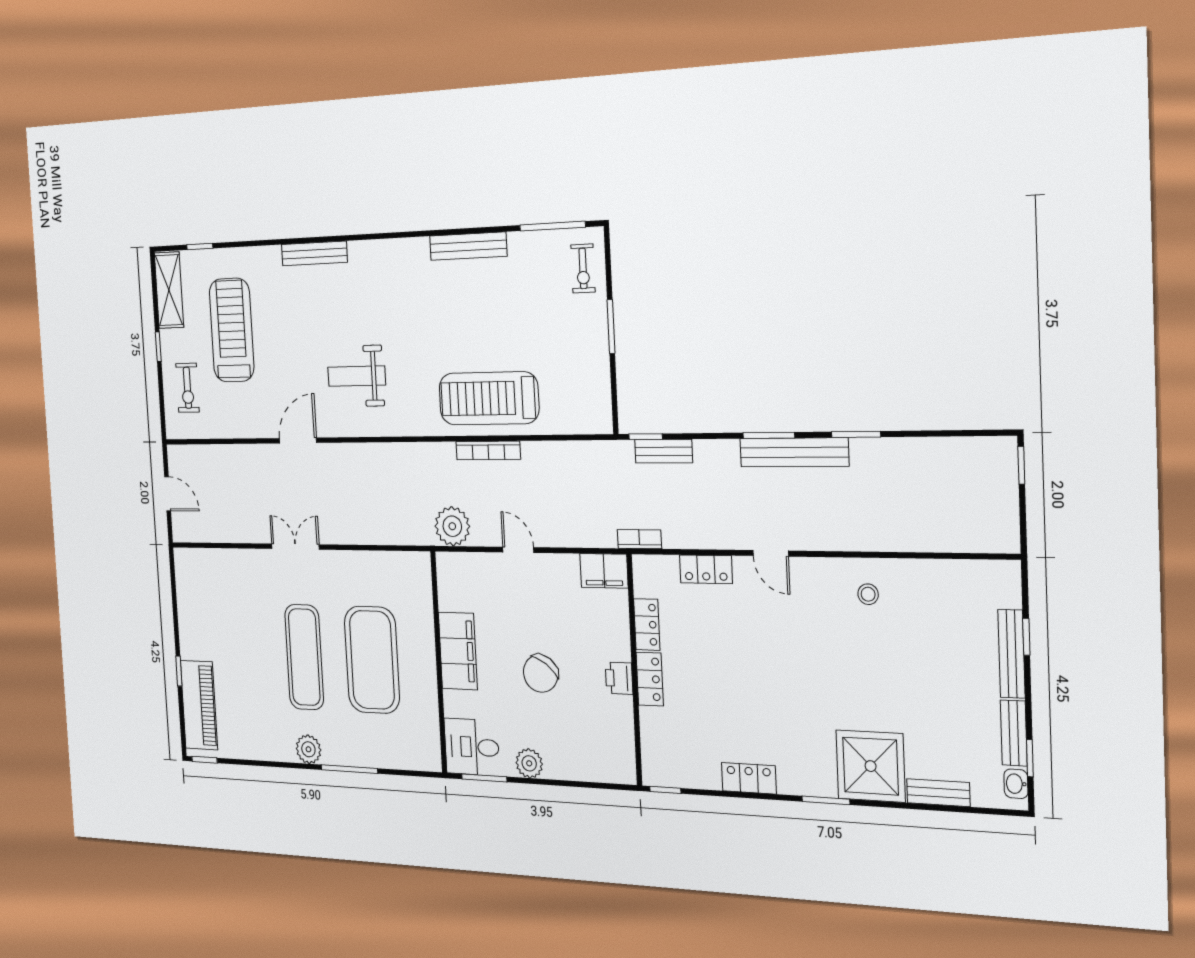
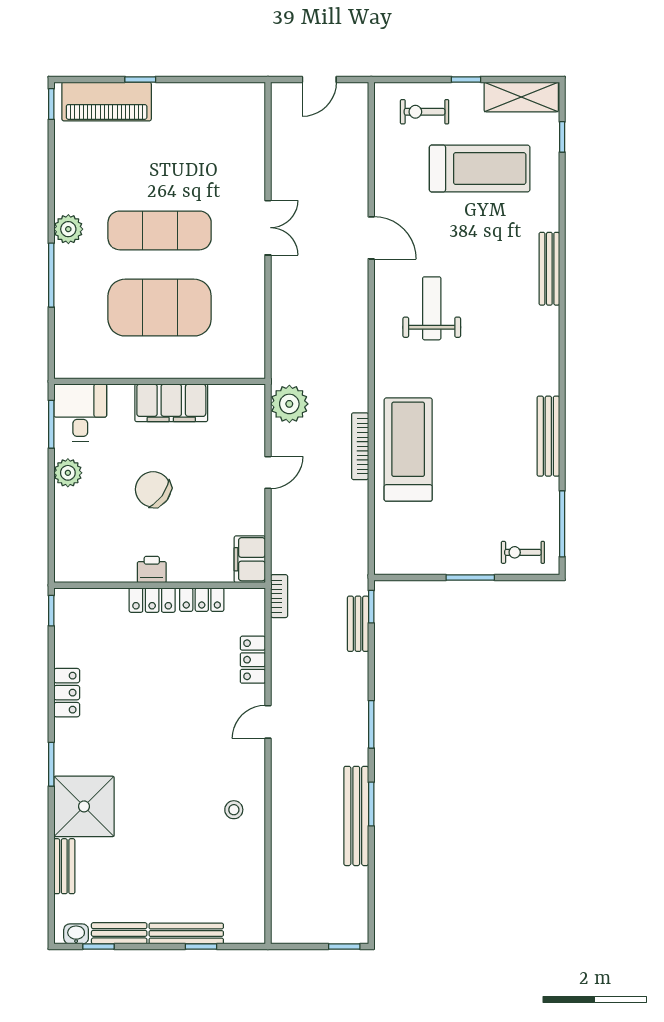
bench: (794, 452) -> (356, 816), moved

